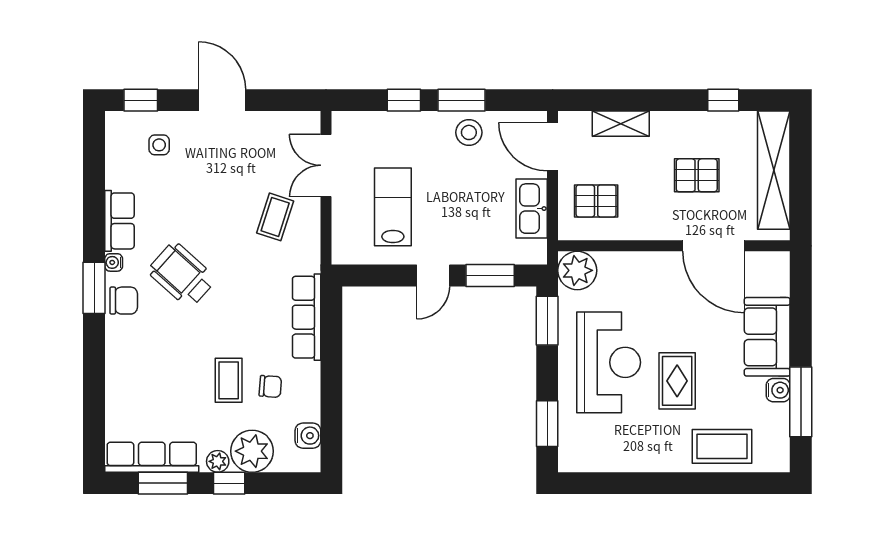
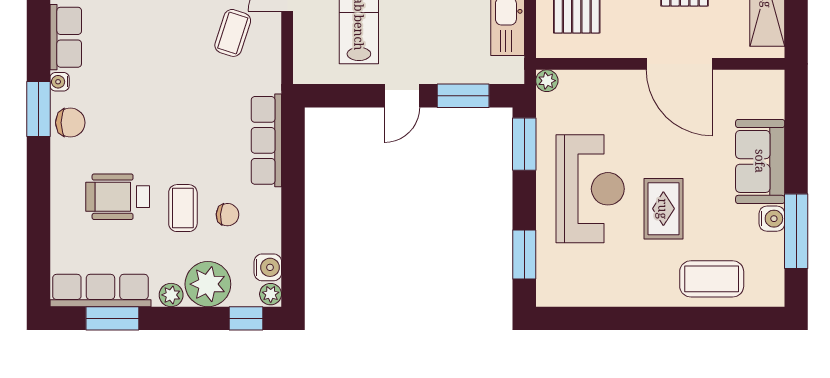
door: (713, 246) -> (679, 64), moved
plant: (577, 270) -> (547, 81), width x0.53, depth x0.53
wheelchair: (182, 275) -> (118, 197), moved, turned -42
plant: (310, 461) -> (271, 294), added
window: (229, 483) -> (246, 318), moved

